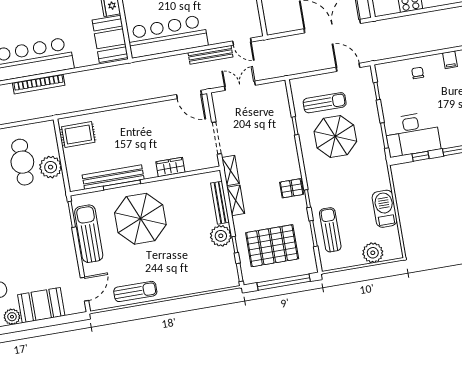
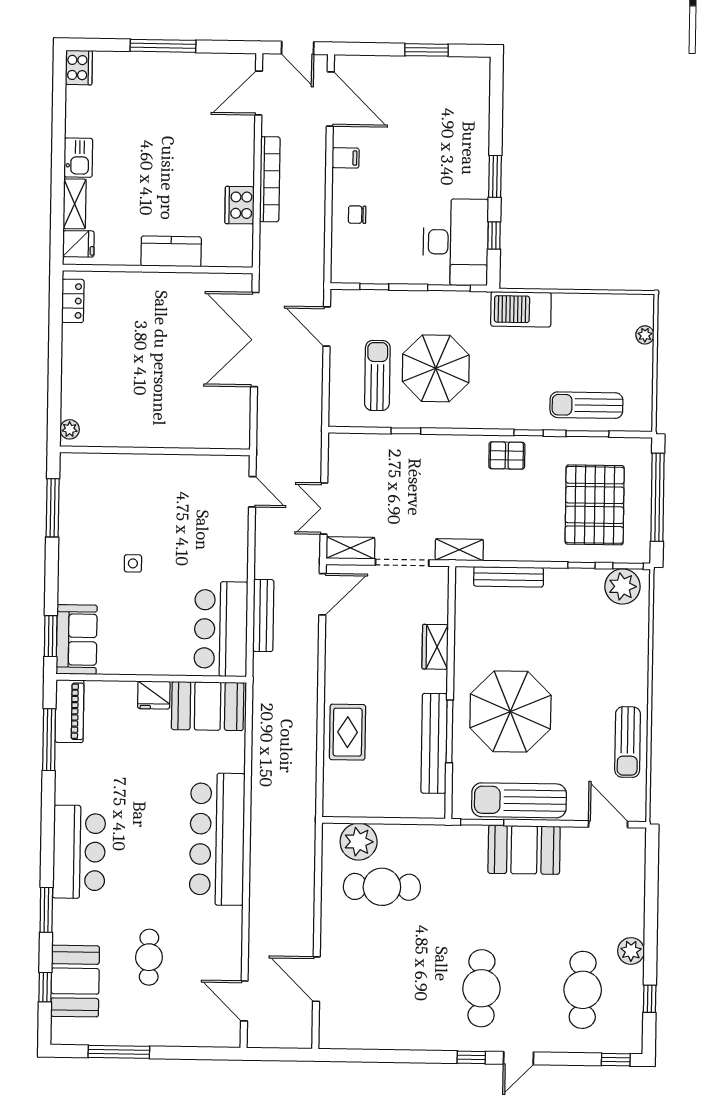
bar counter: (167, 36) -> (221, 629), width x0.73
door: (242, 42) -> (252, 492), hinge flipped
bench: (211, 55) -> (263, 616), moved
door: (348, 67) -> (327, 327), hinge flipped
bookcase: (39, 84) -> (270, 179), moved
rug: (78, 134) -> (348, 732), moved
plant: (51, 167) -> (359, 842), moved
pallet: (292, 188) -> (507, 455), turned 90
shelving: (236, 200) -> (350, 548), moved
barbecue: (385, 209) -> (521, 309), moved
plant: (221, 236) -> (622, 586), moved
plant: (373, 253) -> (645, 335), width x0.53, depth x0.53
sun lounger: (135, 291) -> (628, 742), turned 180
booth: (41, 305) -> (524, 850), moved, turned 90

